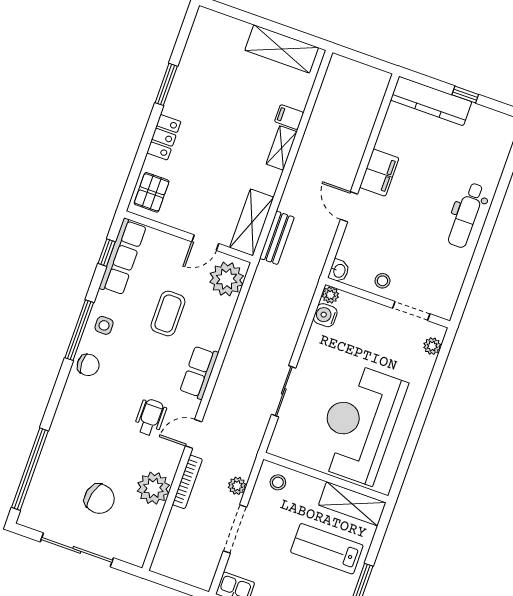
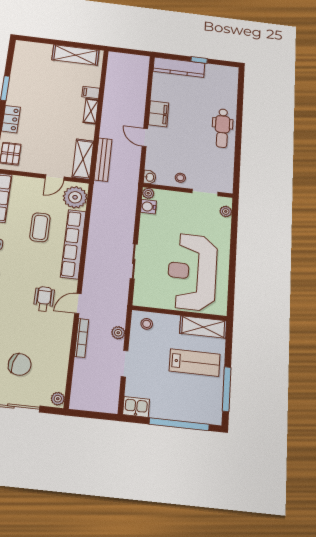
bench: (277, 238) -> (103, 159), width x1.36
row of seats: (199, 372) -> (73, 244), width x2.02
plant: (153, 488) -> (58, 399), moved, width x0.53, depth x0.53
doorway: (235, 529) -> (125, 364), width x0.73
lab bench: (327, 549) -> (195, 363), turned 180

